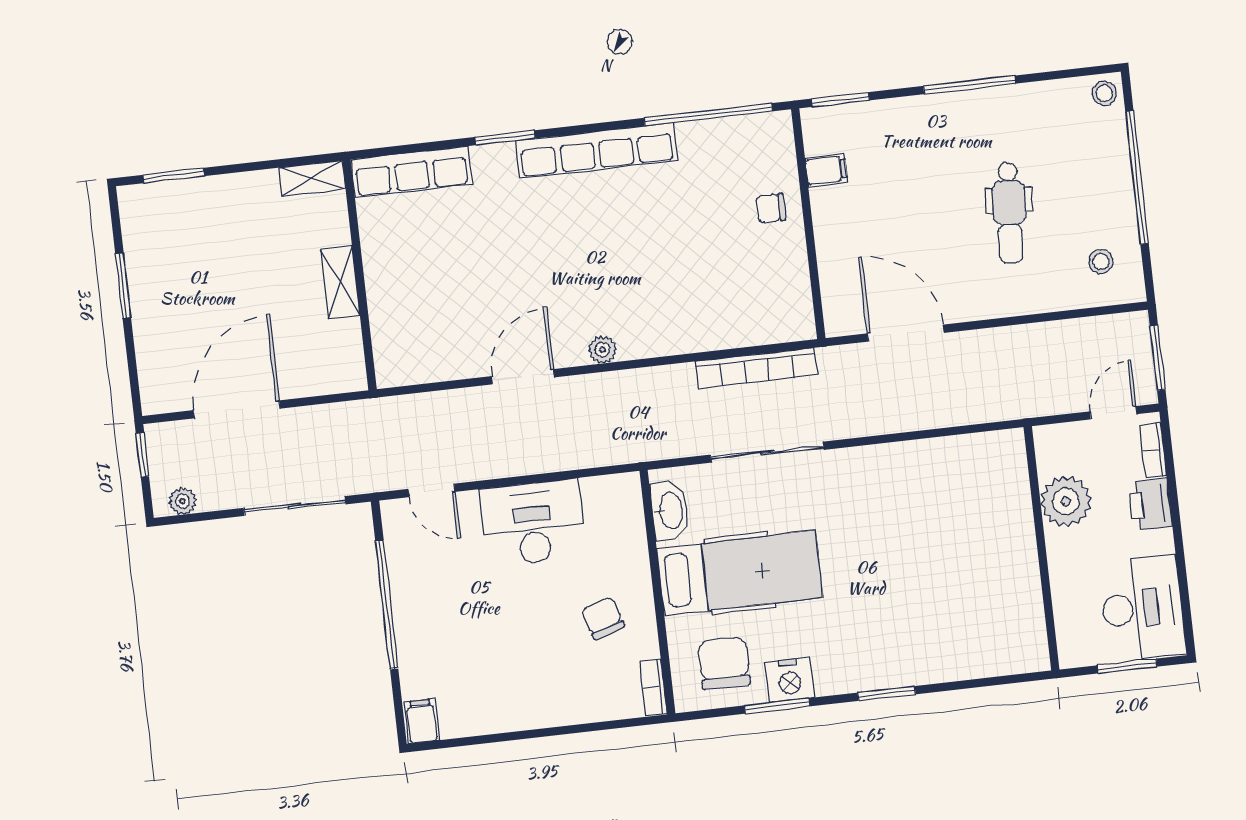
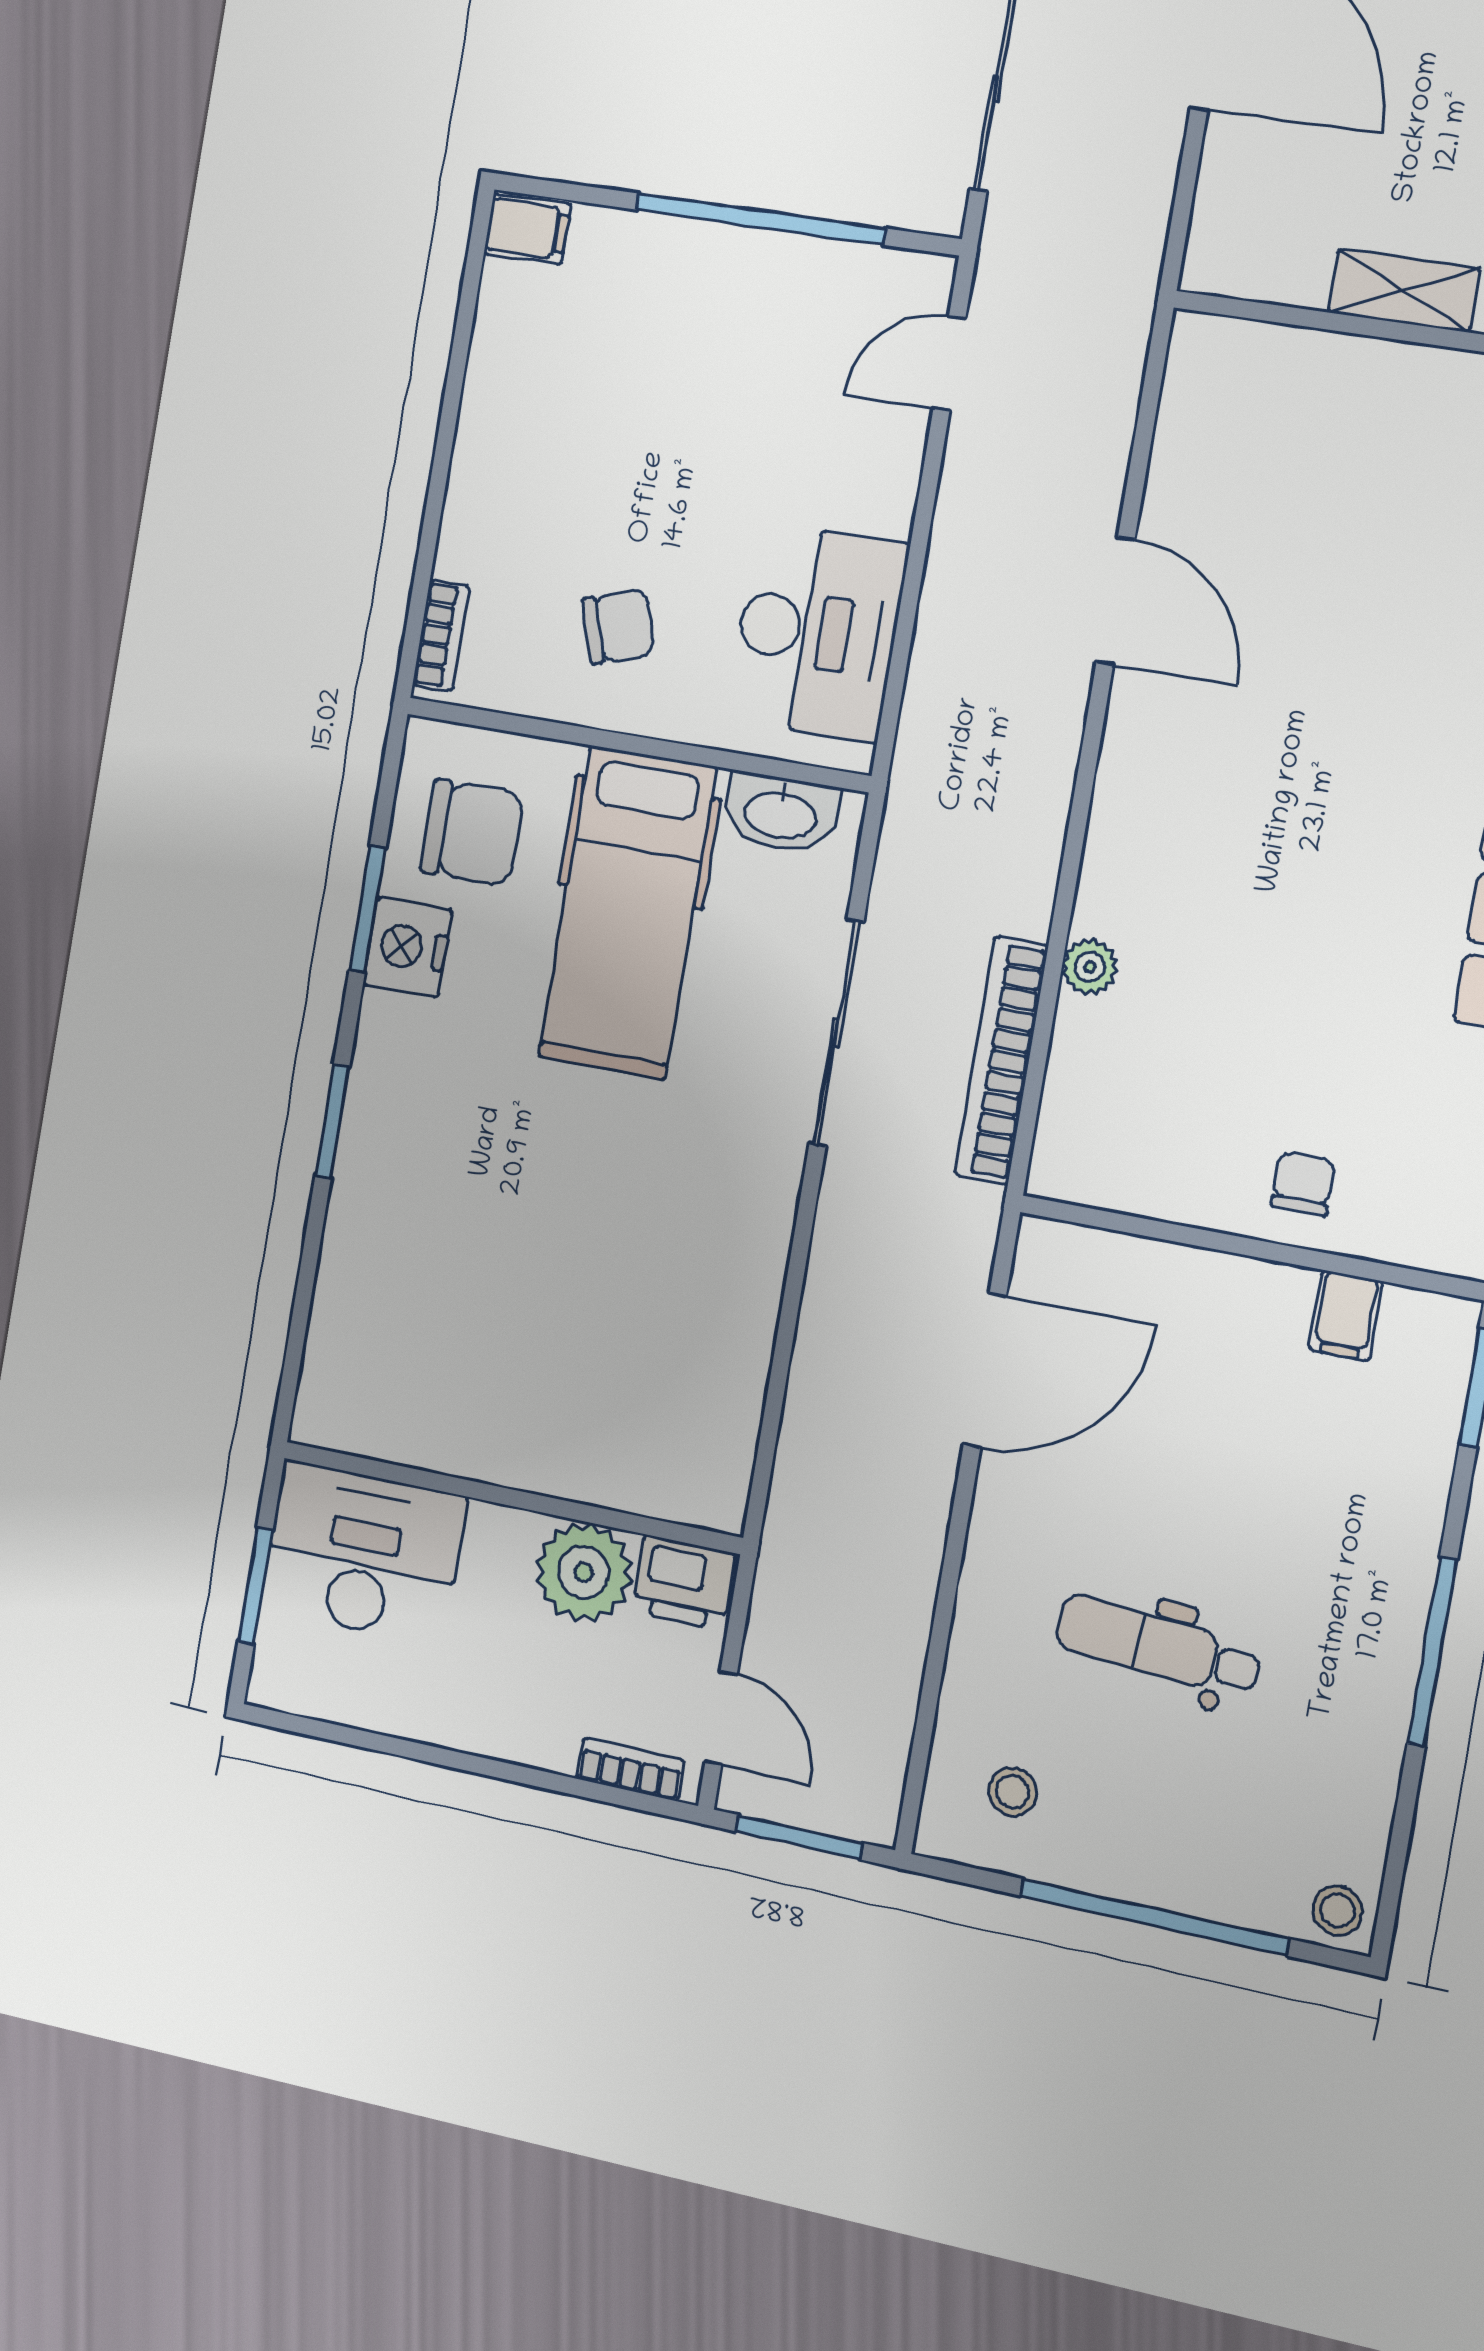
plant: (602, 350) -> (1090, 967), moved
printer: (1150, 504) -> (684, 1582), moved, turned 180
desk: (533, 523) -> (817, 632), moved
desk: (1142, 608) -> (363, 1553), moved, turned 180
bookcase: (653, 687) -> (441, 635), moved, turned 90

